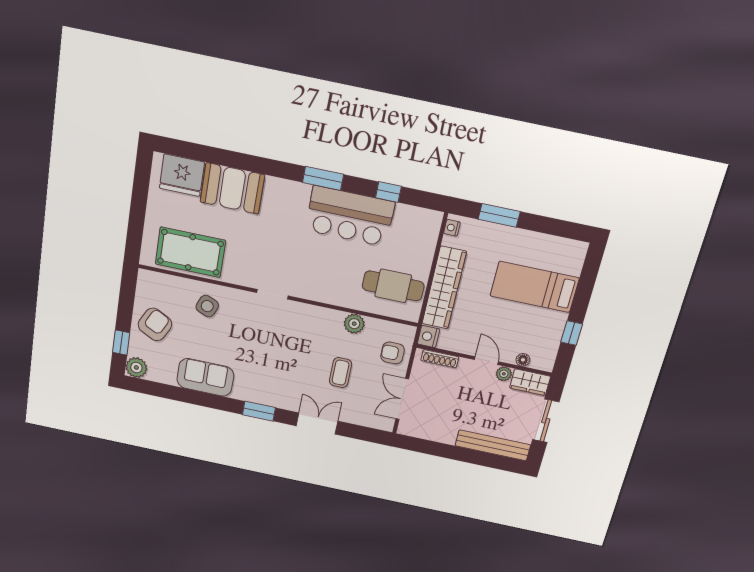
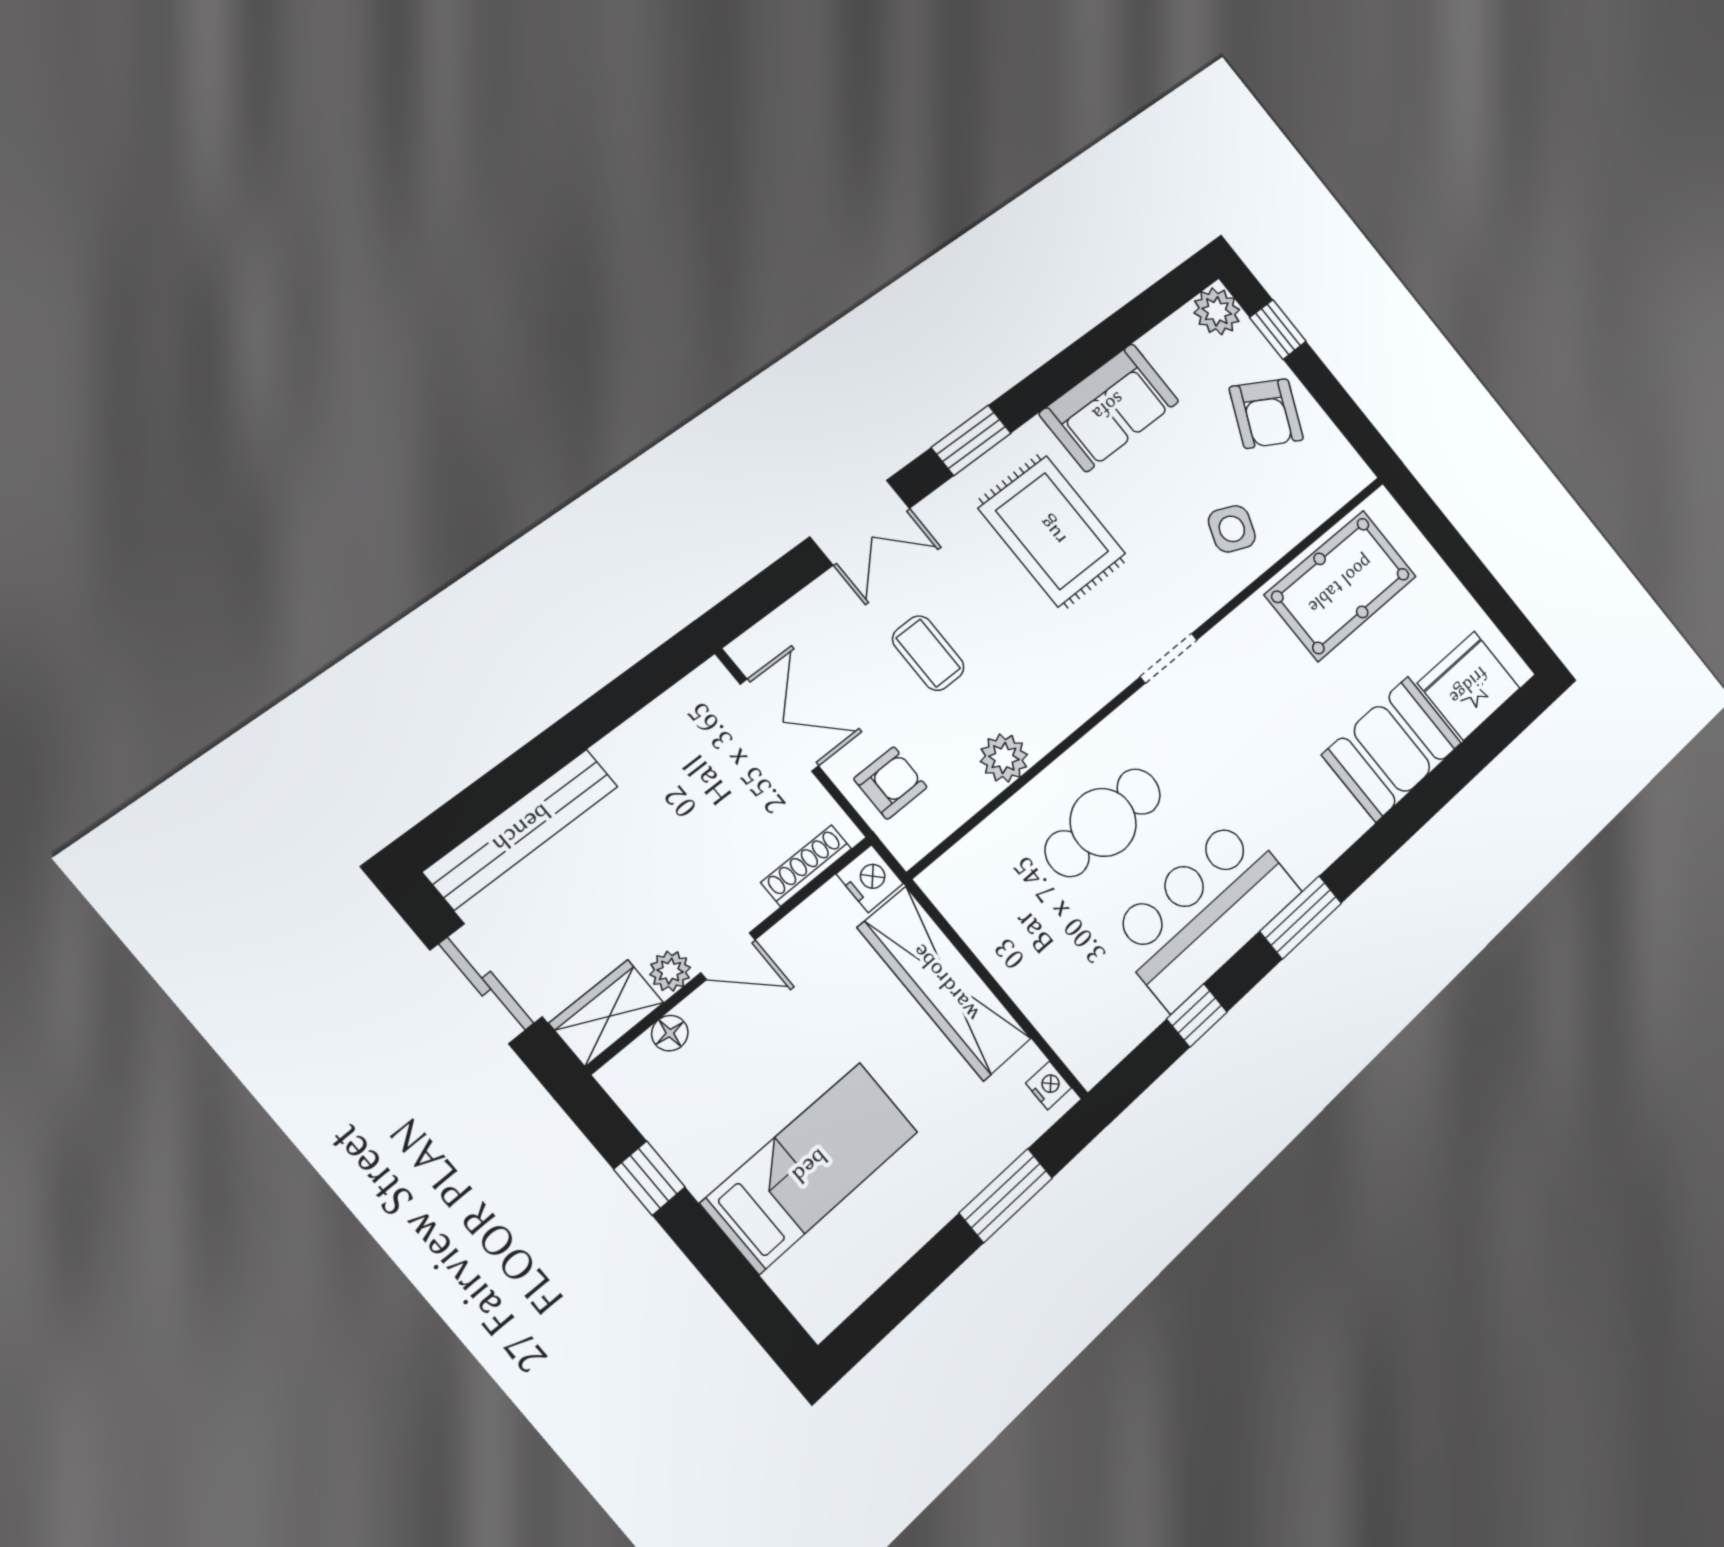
cafe table: (393, 286) -> (1103, 822), moved
rug: (265, 364) -> (1052, 531), added

